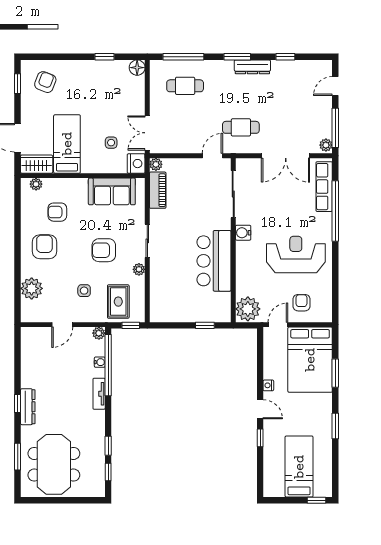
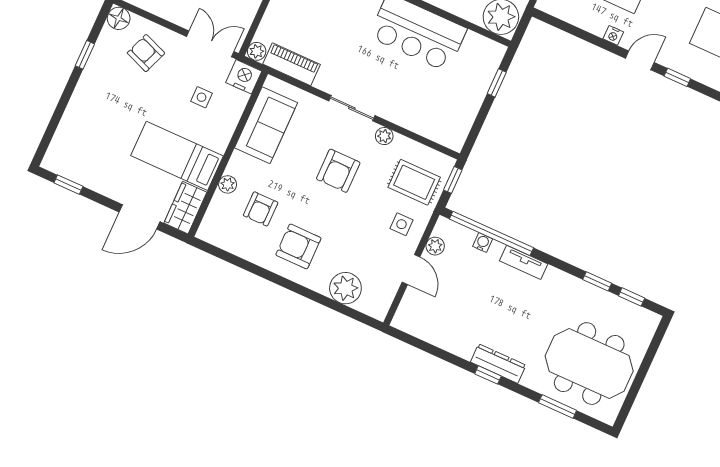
armchair: (45, 82) -> (146, 53), moved
double door: (147, 133) -> (210, 44), swing flipped
plant: (36, 184) -> (228, 184), moved
side table: (84, 291) -> (402, 224), moved
plant: (99, 333) -> (435, 246), moved

